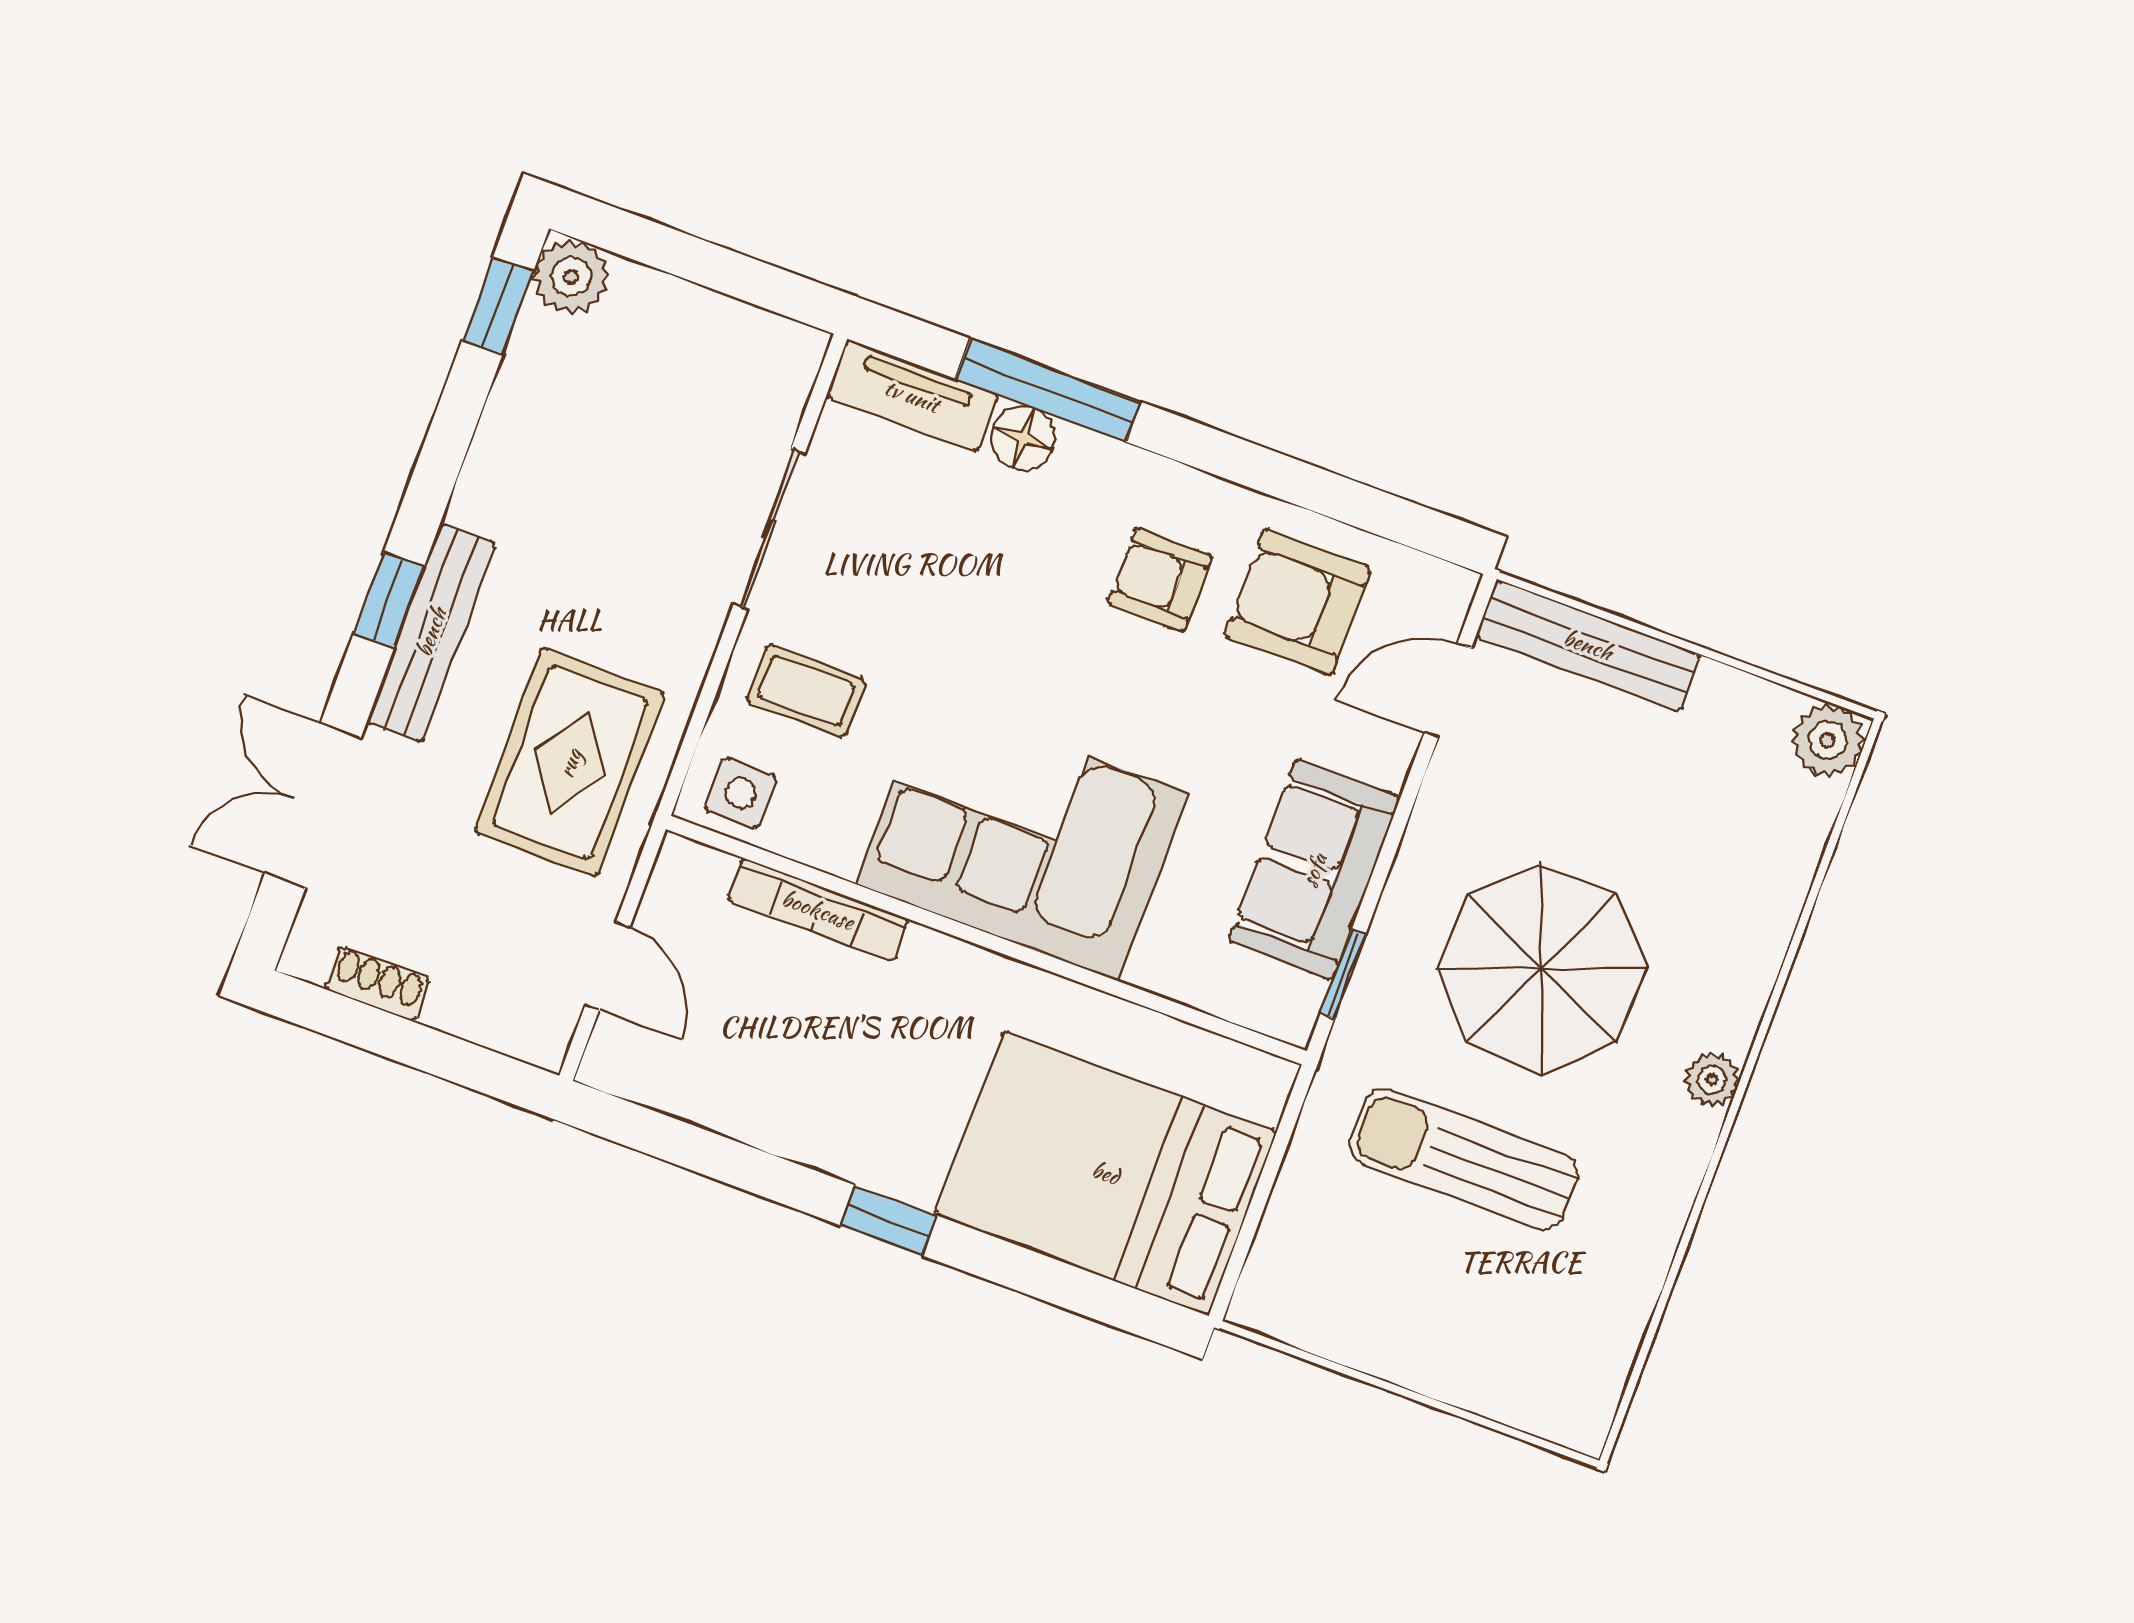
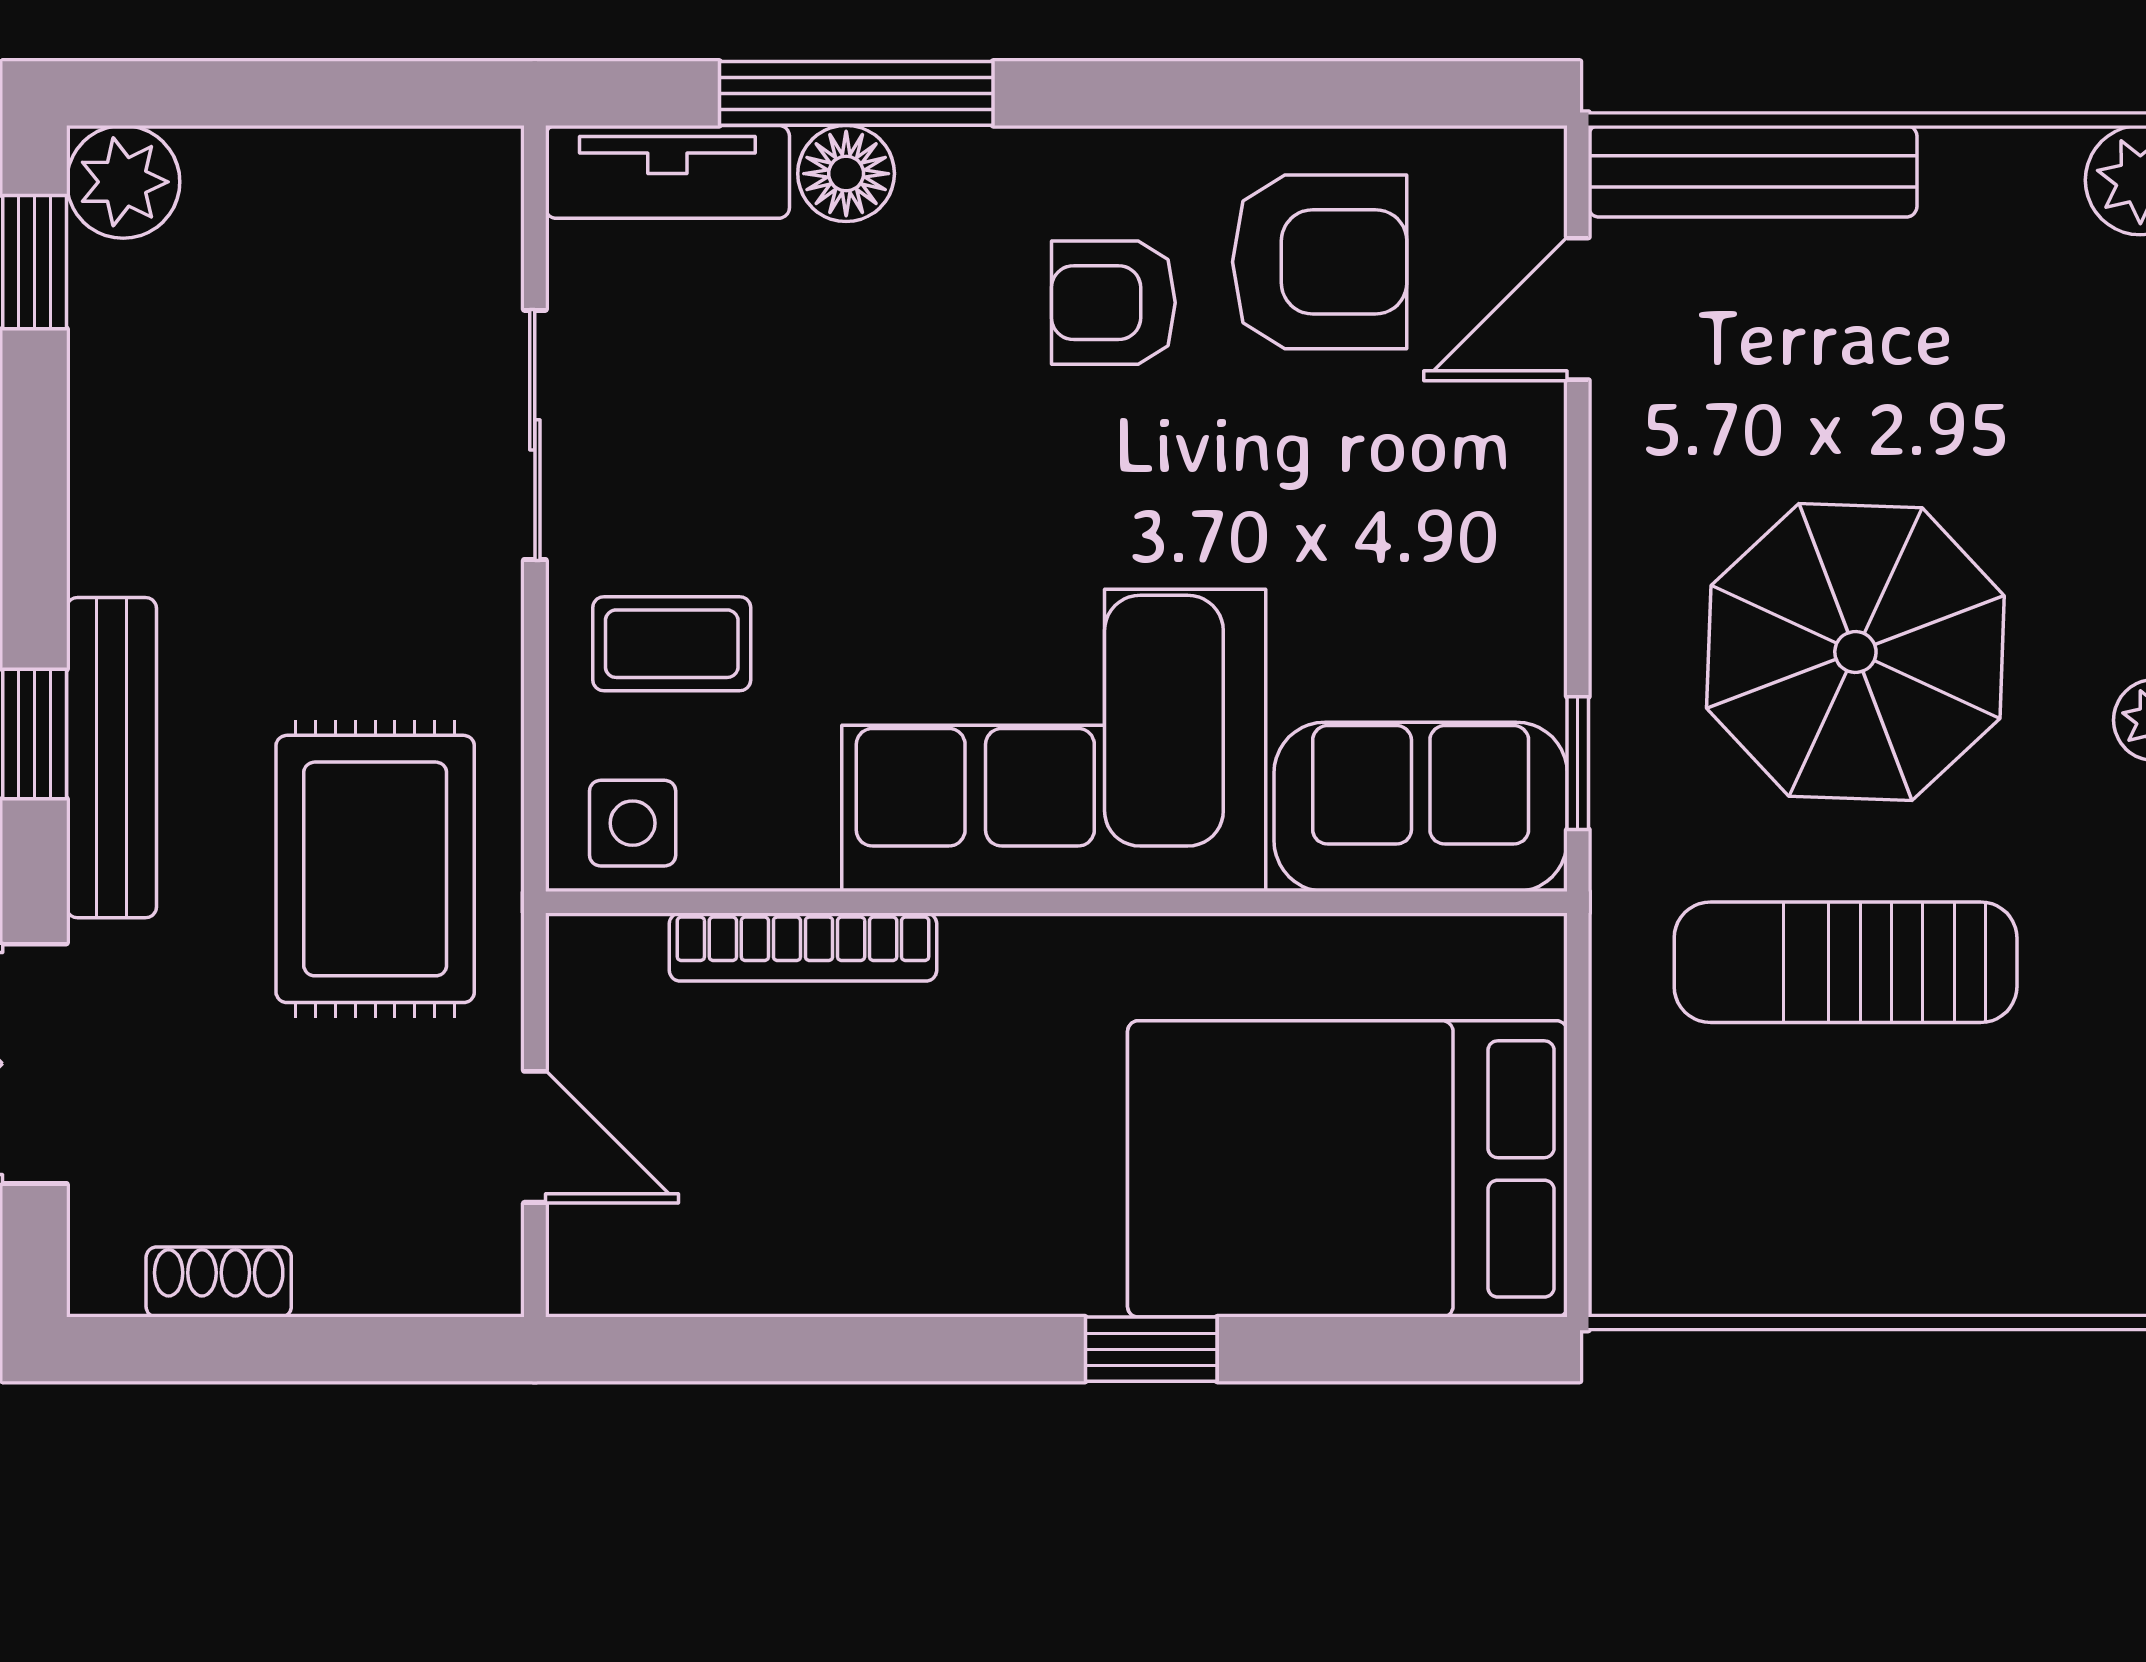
armchair: (1298, 602) -> (1320, 262), turned 180
sofa: (1314, 870) -> (1421, 807), moved, turned 90
window: (889, 1220) -> (1151, 1349), moved

